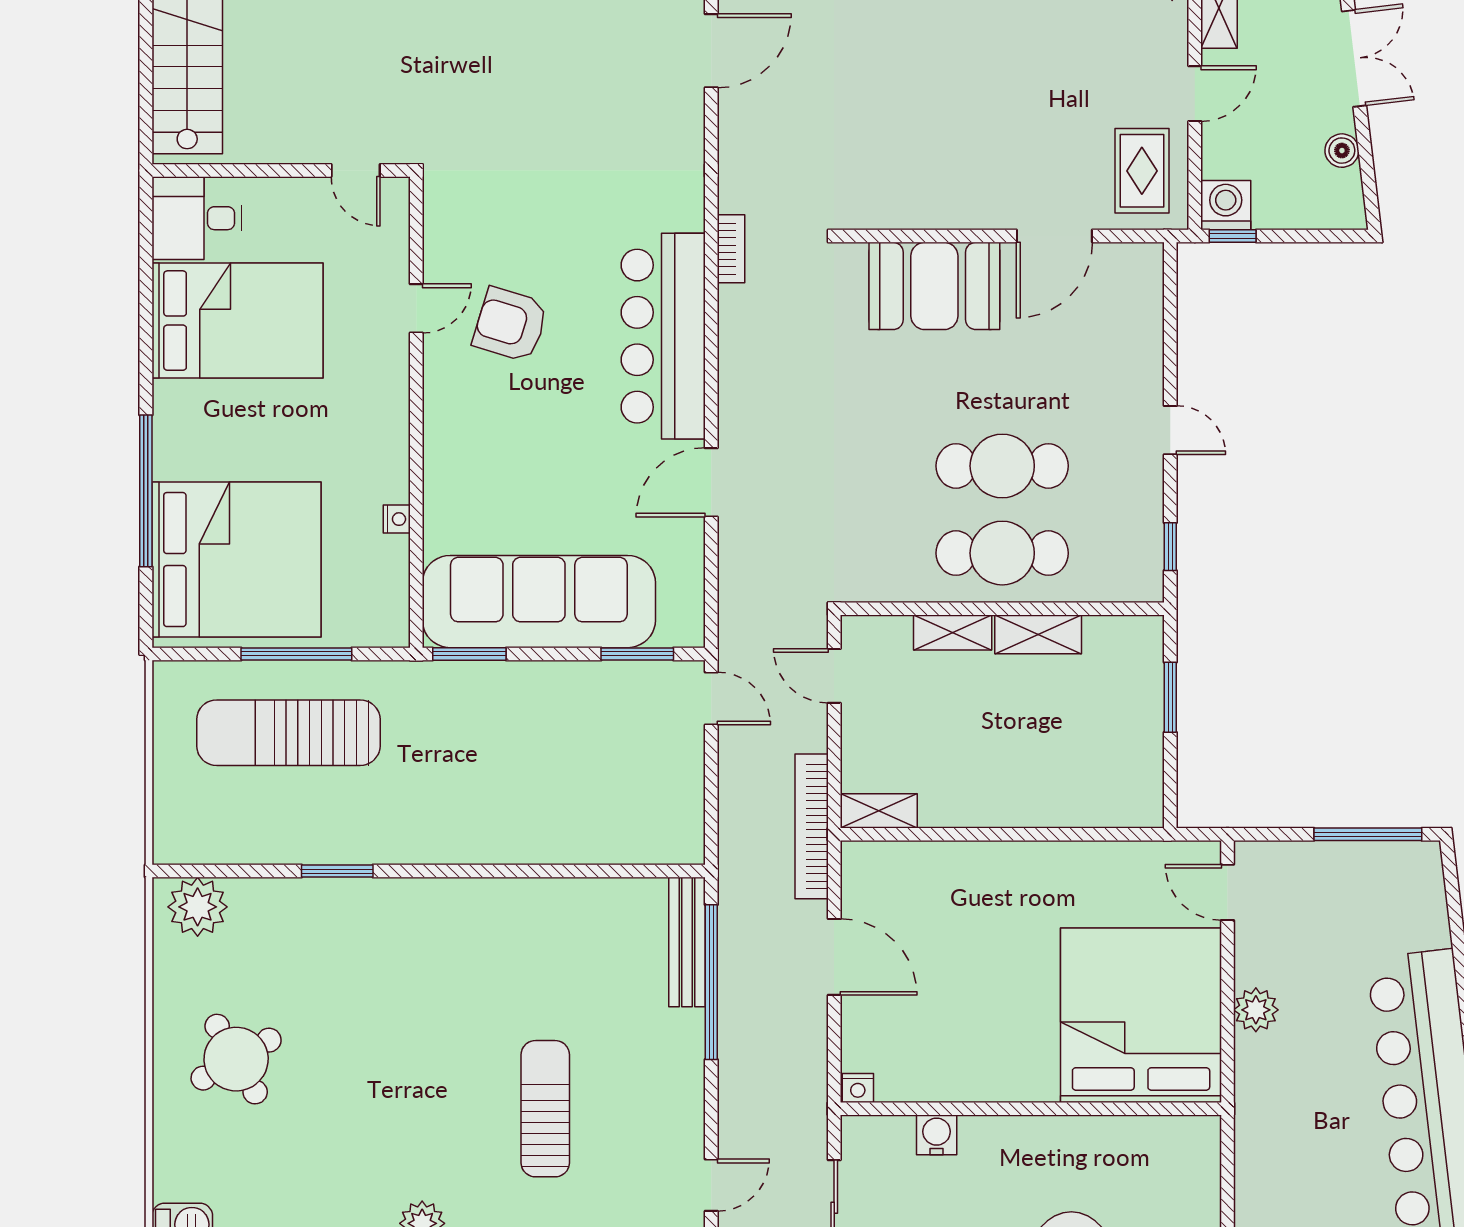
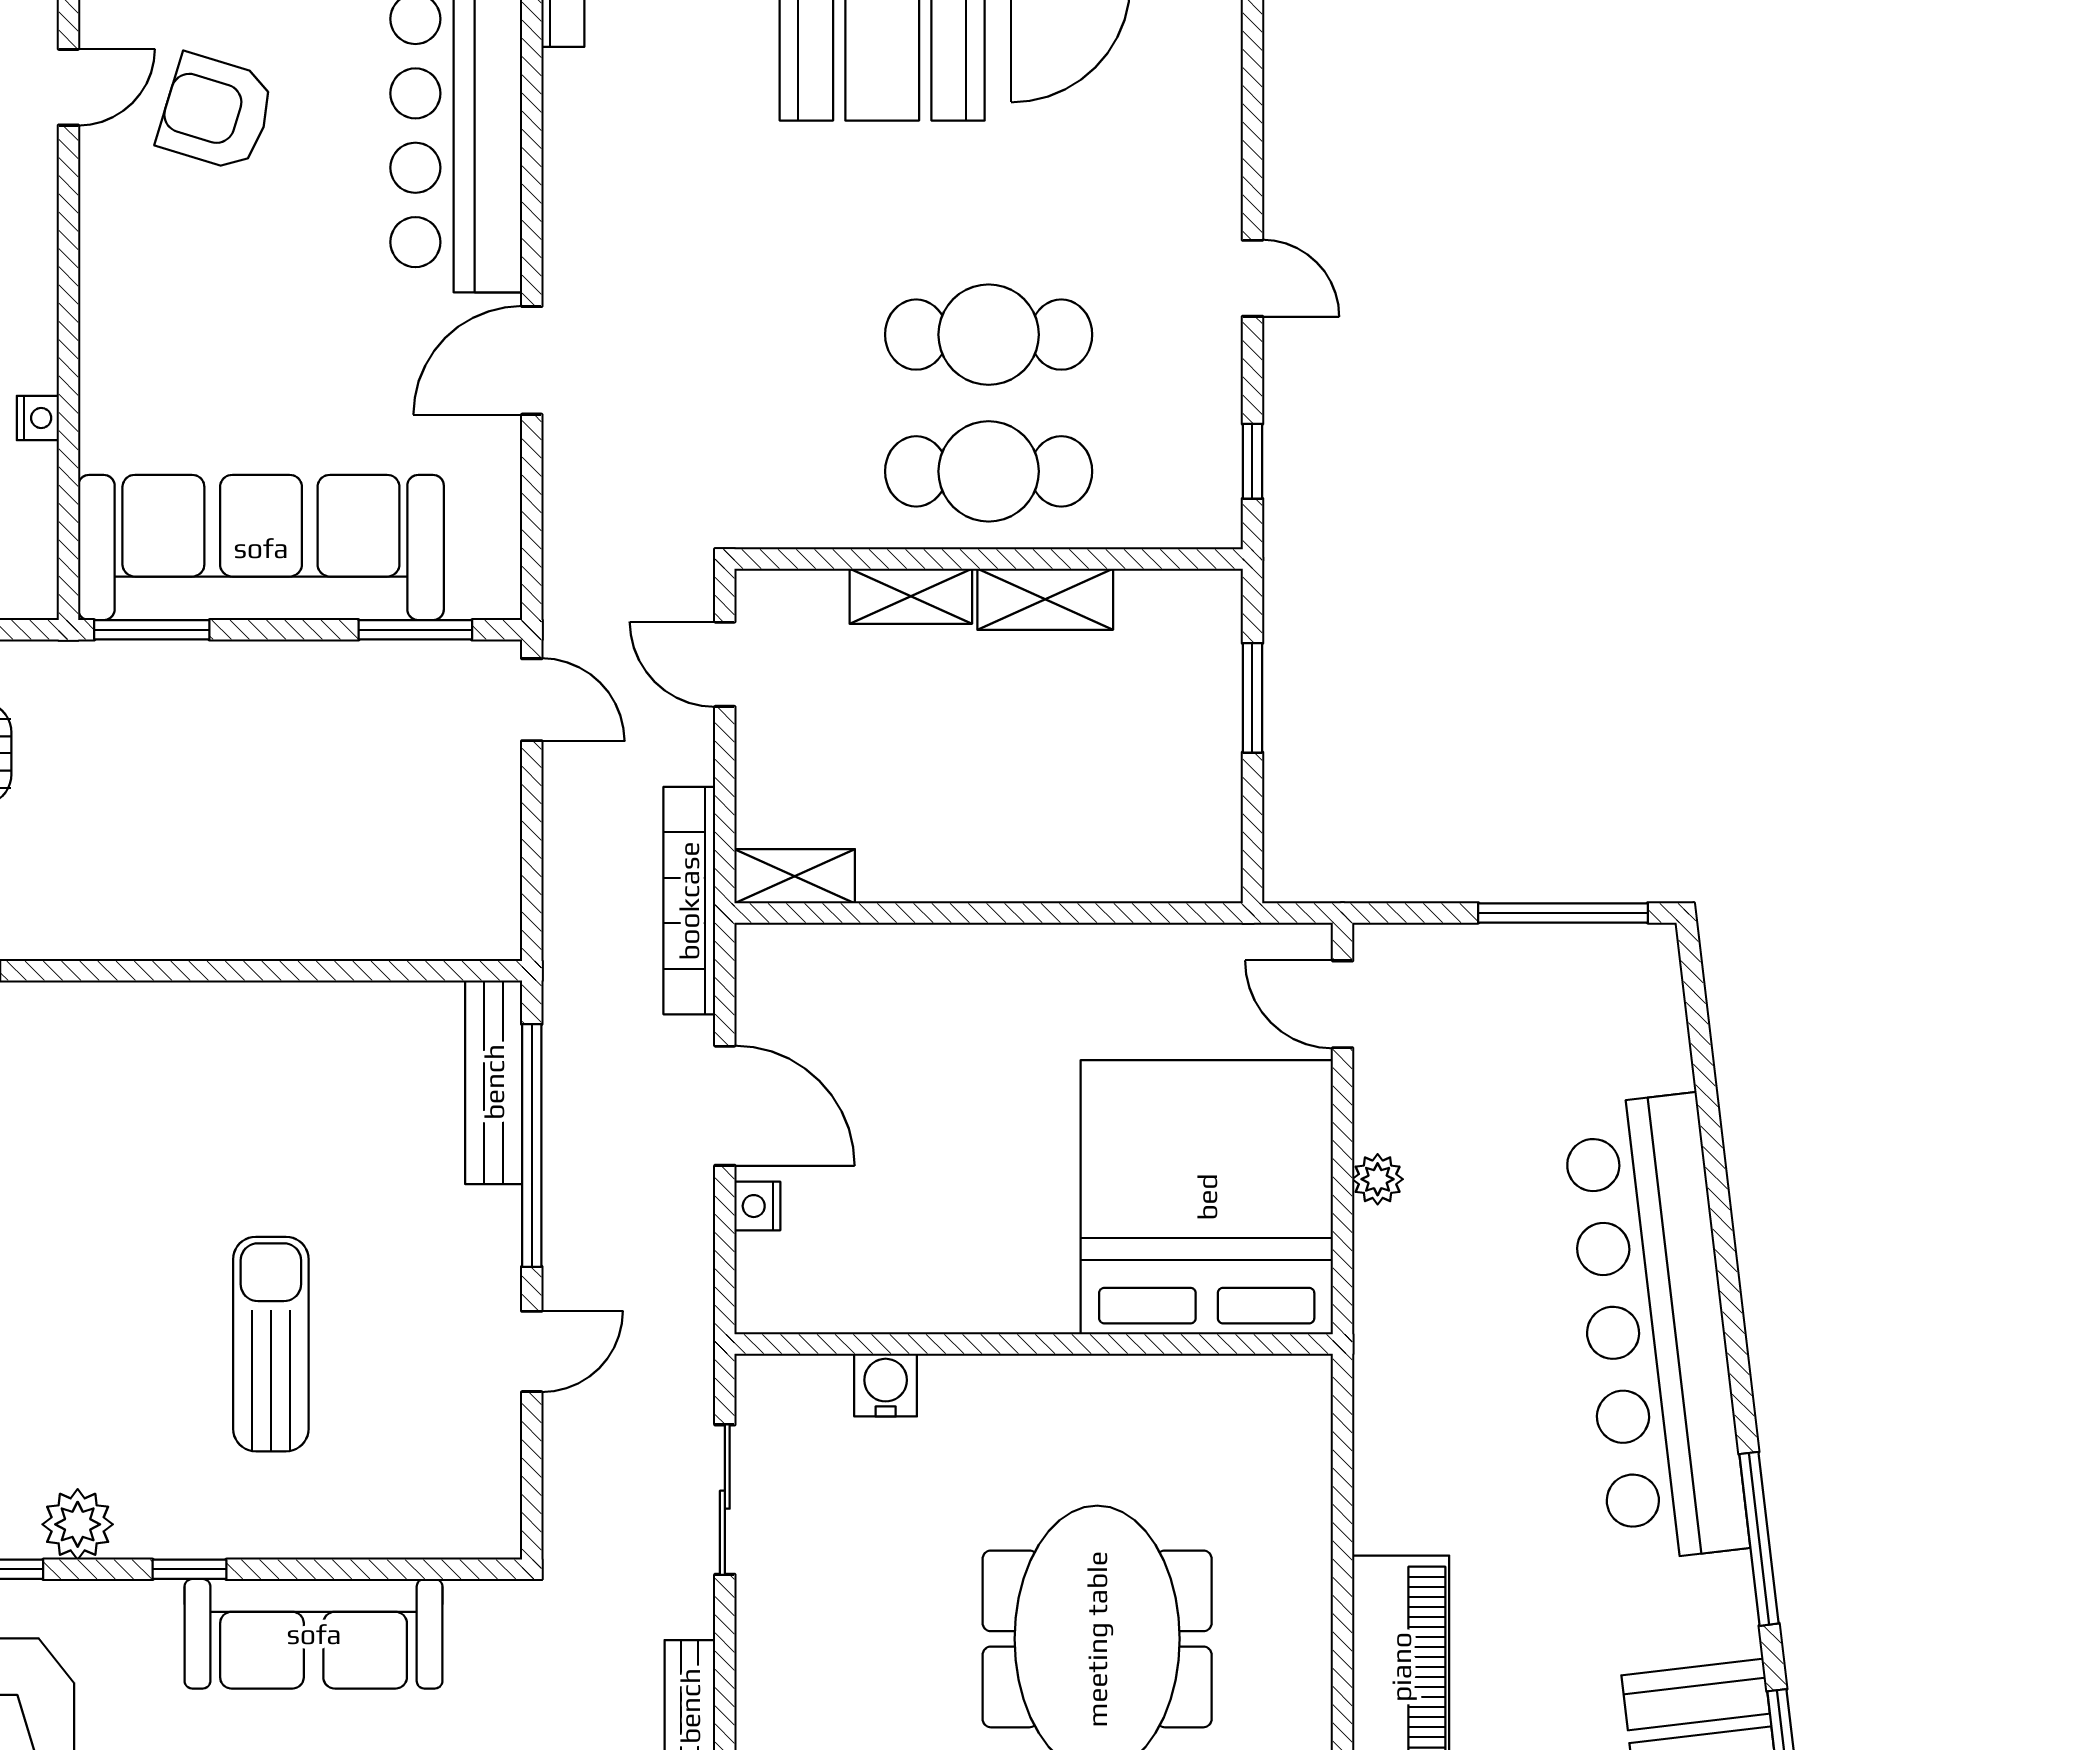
plant: (1256, 1010) -> (1378, 1179), width x0.73, depth x0.73
nightstand: (858, 1088) -> (757, 1206), moved, turned 90
door: (711, 1185) -> (532, 1351), moved

